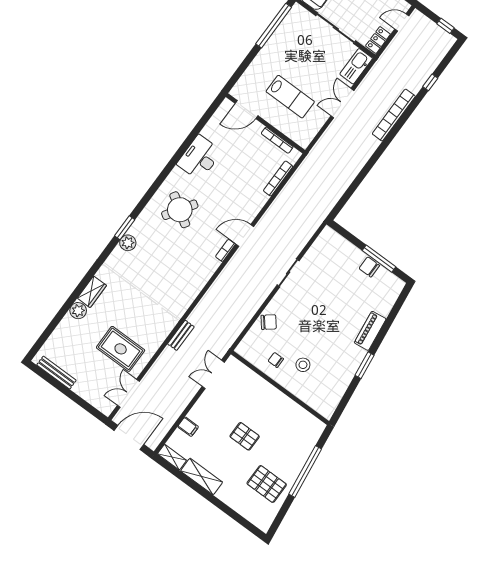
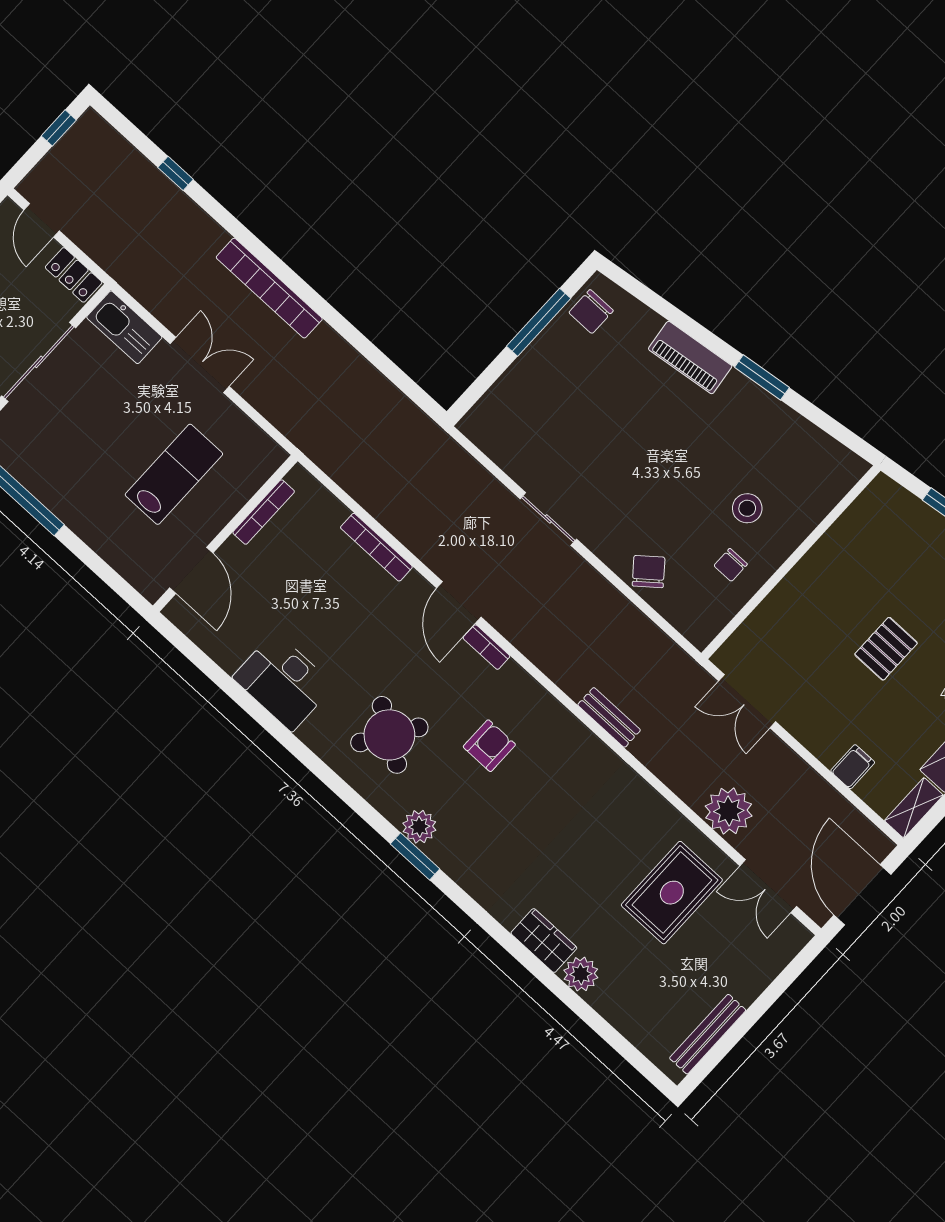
double door: (342, 103) -> (200, 365), swing flipped
bookcase: (394, 115) -> (269, 288), moved
bookcase: (278, 179) -> (376, 547), moved
plant: (128, 243) -> (419, 827), moved
armchair: (180, 257) -> (489, 746), added
chair: (369, 267) -> (591, 312), moved
bench: (181, 335) -> (609, 717), moved
plant: (161, 371) -> (729, 811), added

